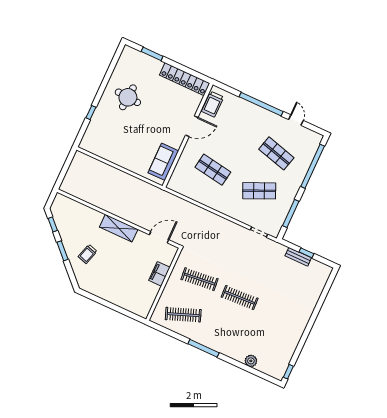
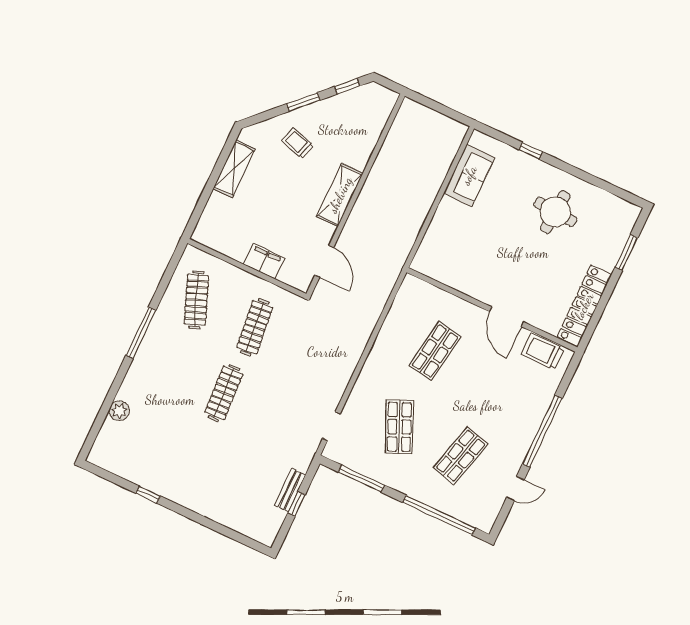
sofa: (163, 162) -> (469, 175), moved, turned 90
shelving: (103, 292) -> (234, 169), added
window: (288, 372) -> (148, 495), moved

